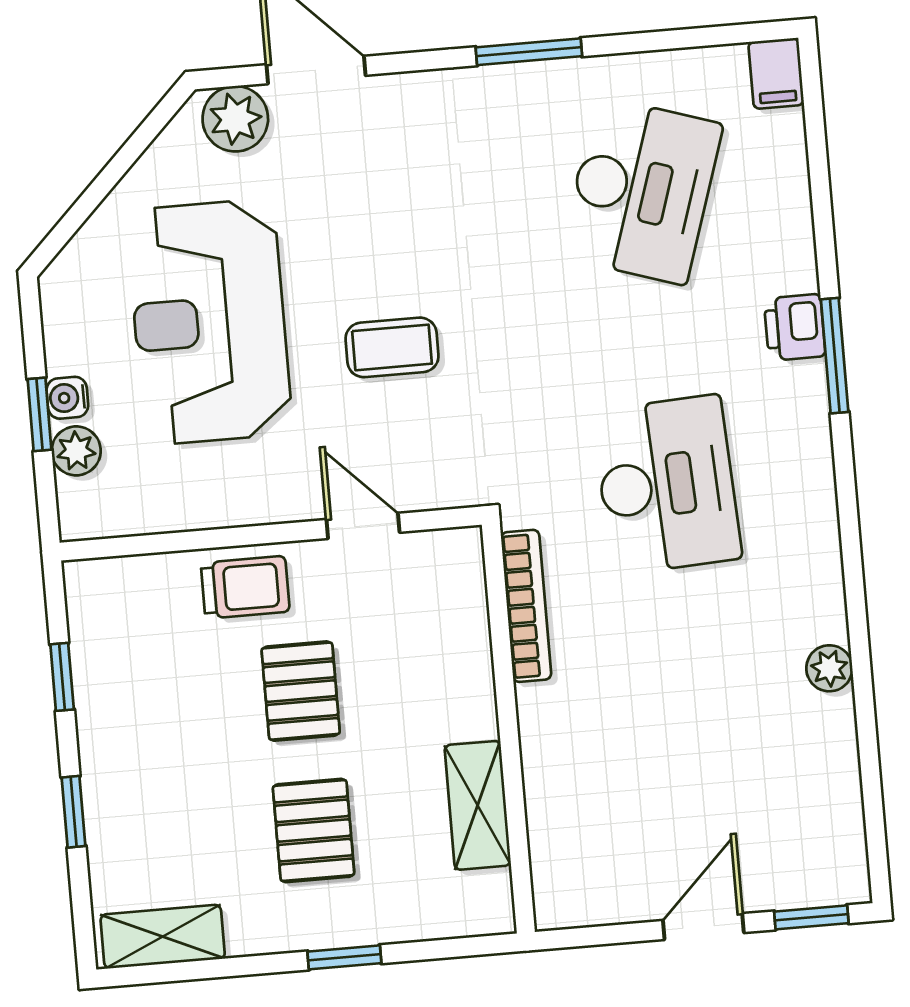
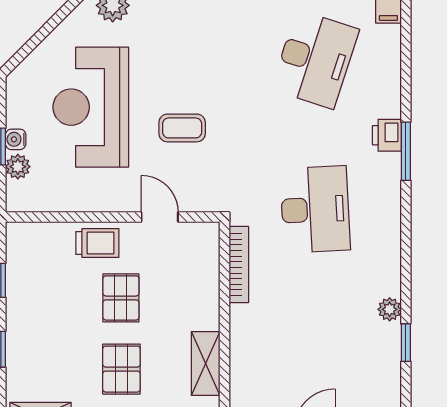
window: (867, 731) -> (406, 343), added

